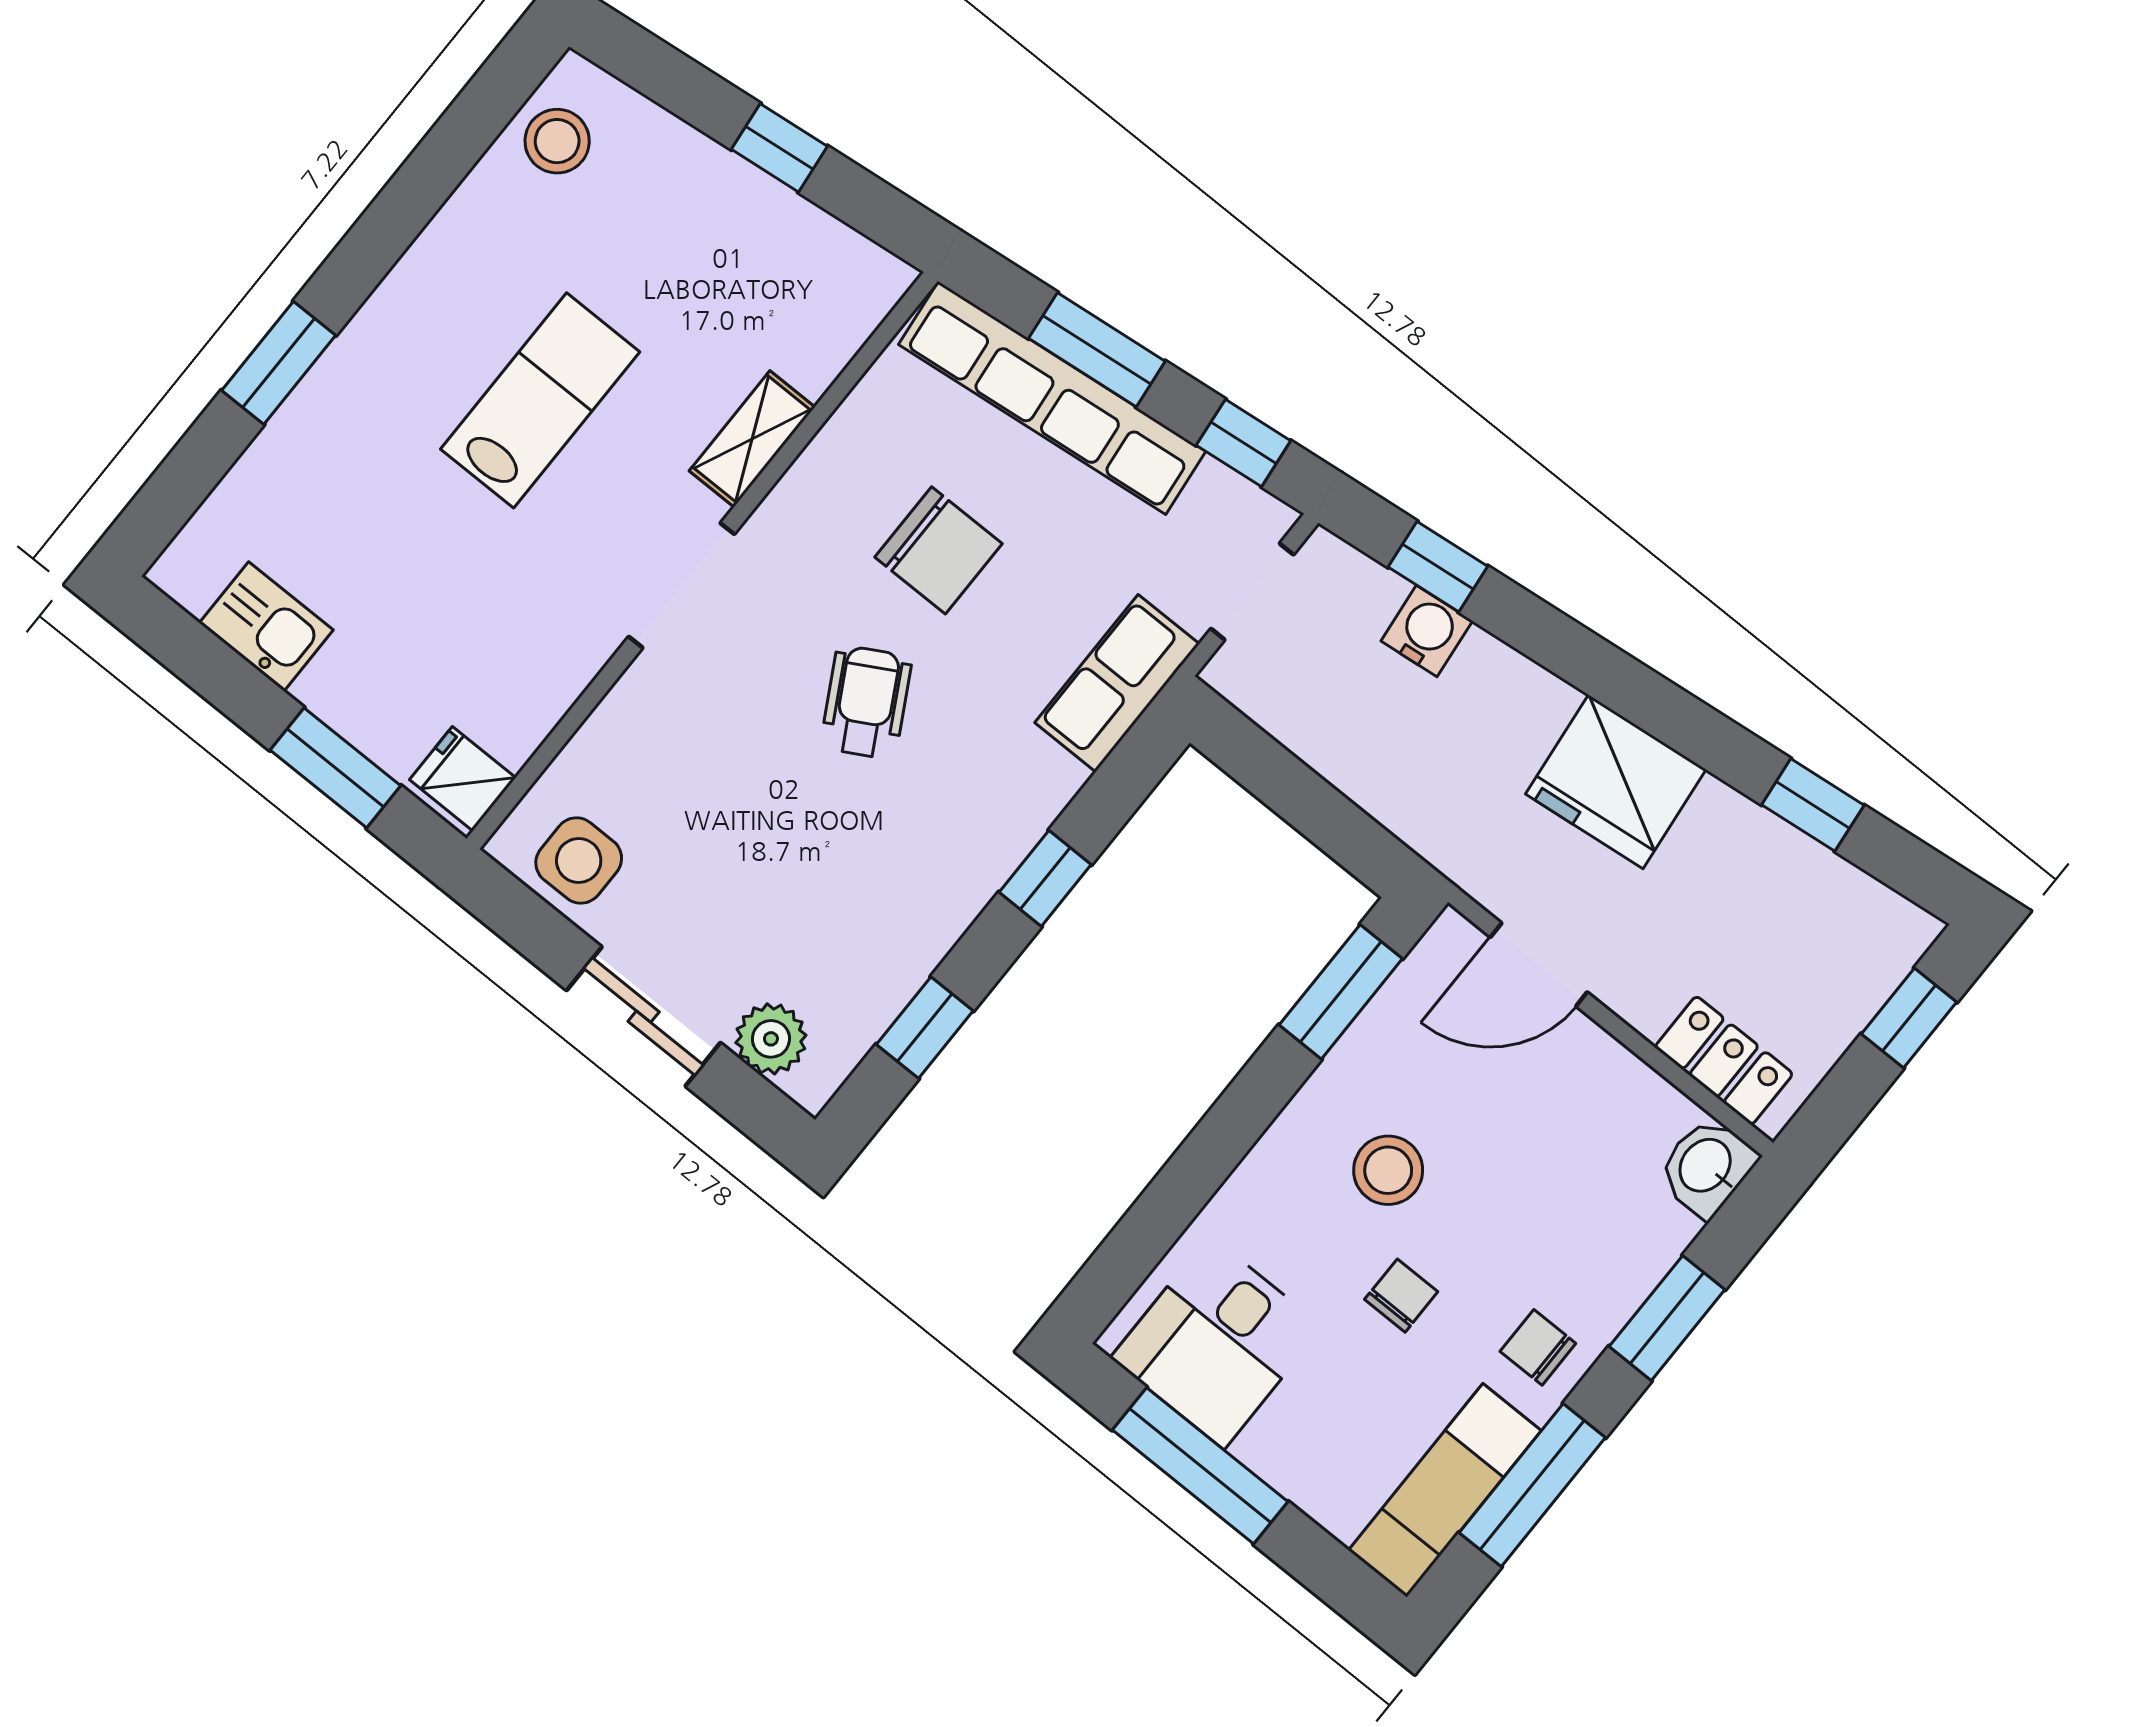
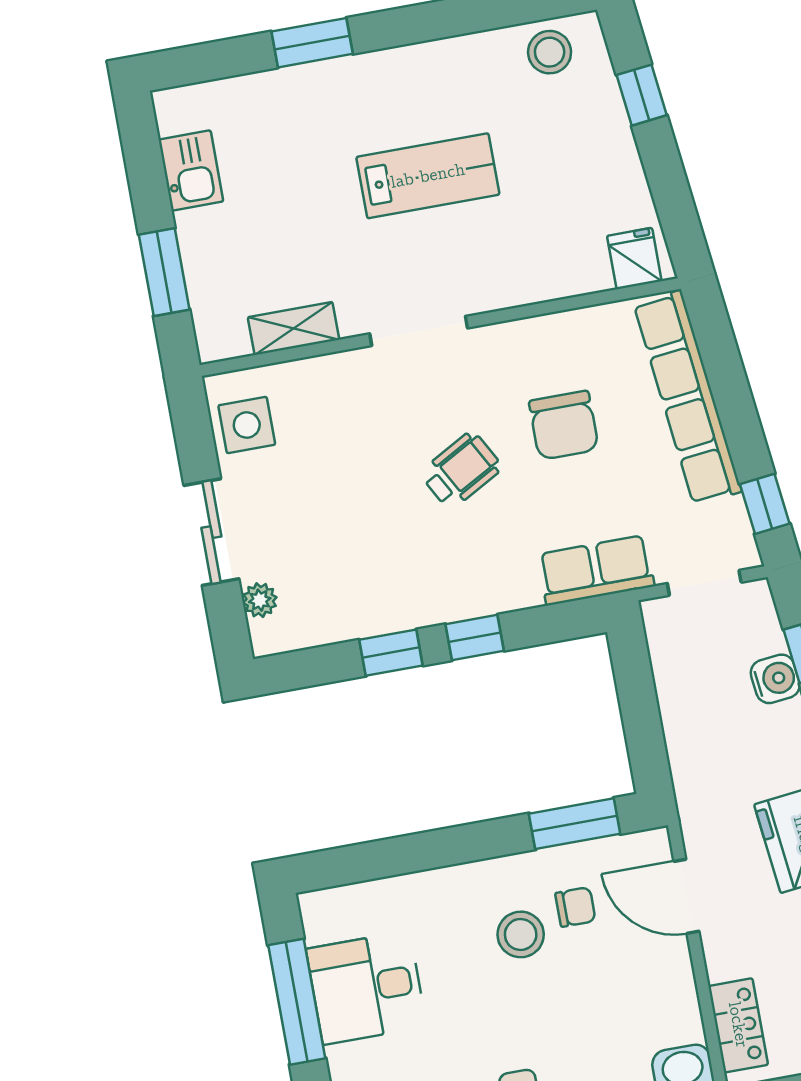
window: (779, 148) -> (642, 95), moved
window: (1097, 350) -> (731, 393), removed
shelving: (752, 439) -> (293, 328), moved
fridge: (463, 779) -> (634, 258), moved
window: (925, 1028) -> (391, 653), moved
plant: (771, 1039) -> (260, 600), width x0.73, depth x0.73
chair: (1401, 1296) -> (575, 907), moved
desk: (1217, 1342) -> (366, 988), moved

